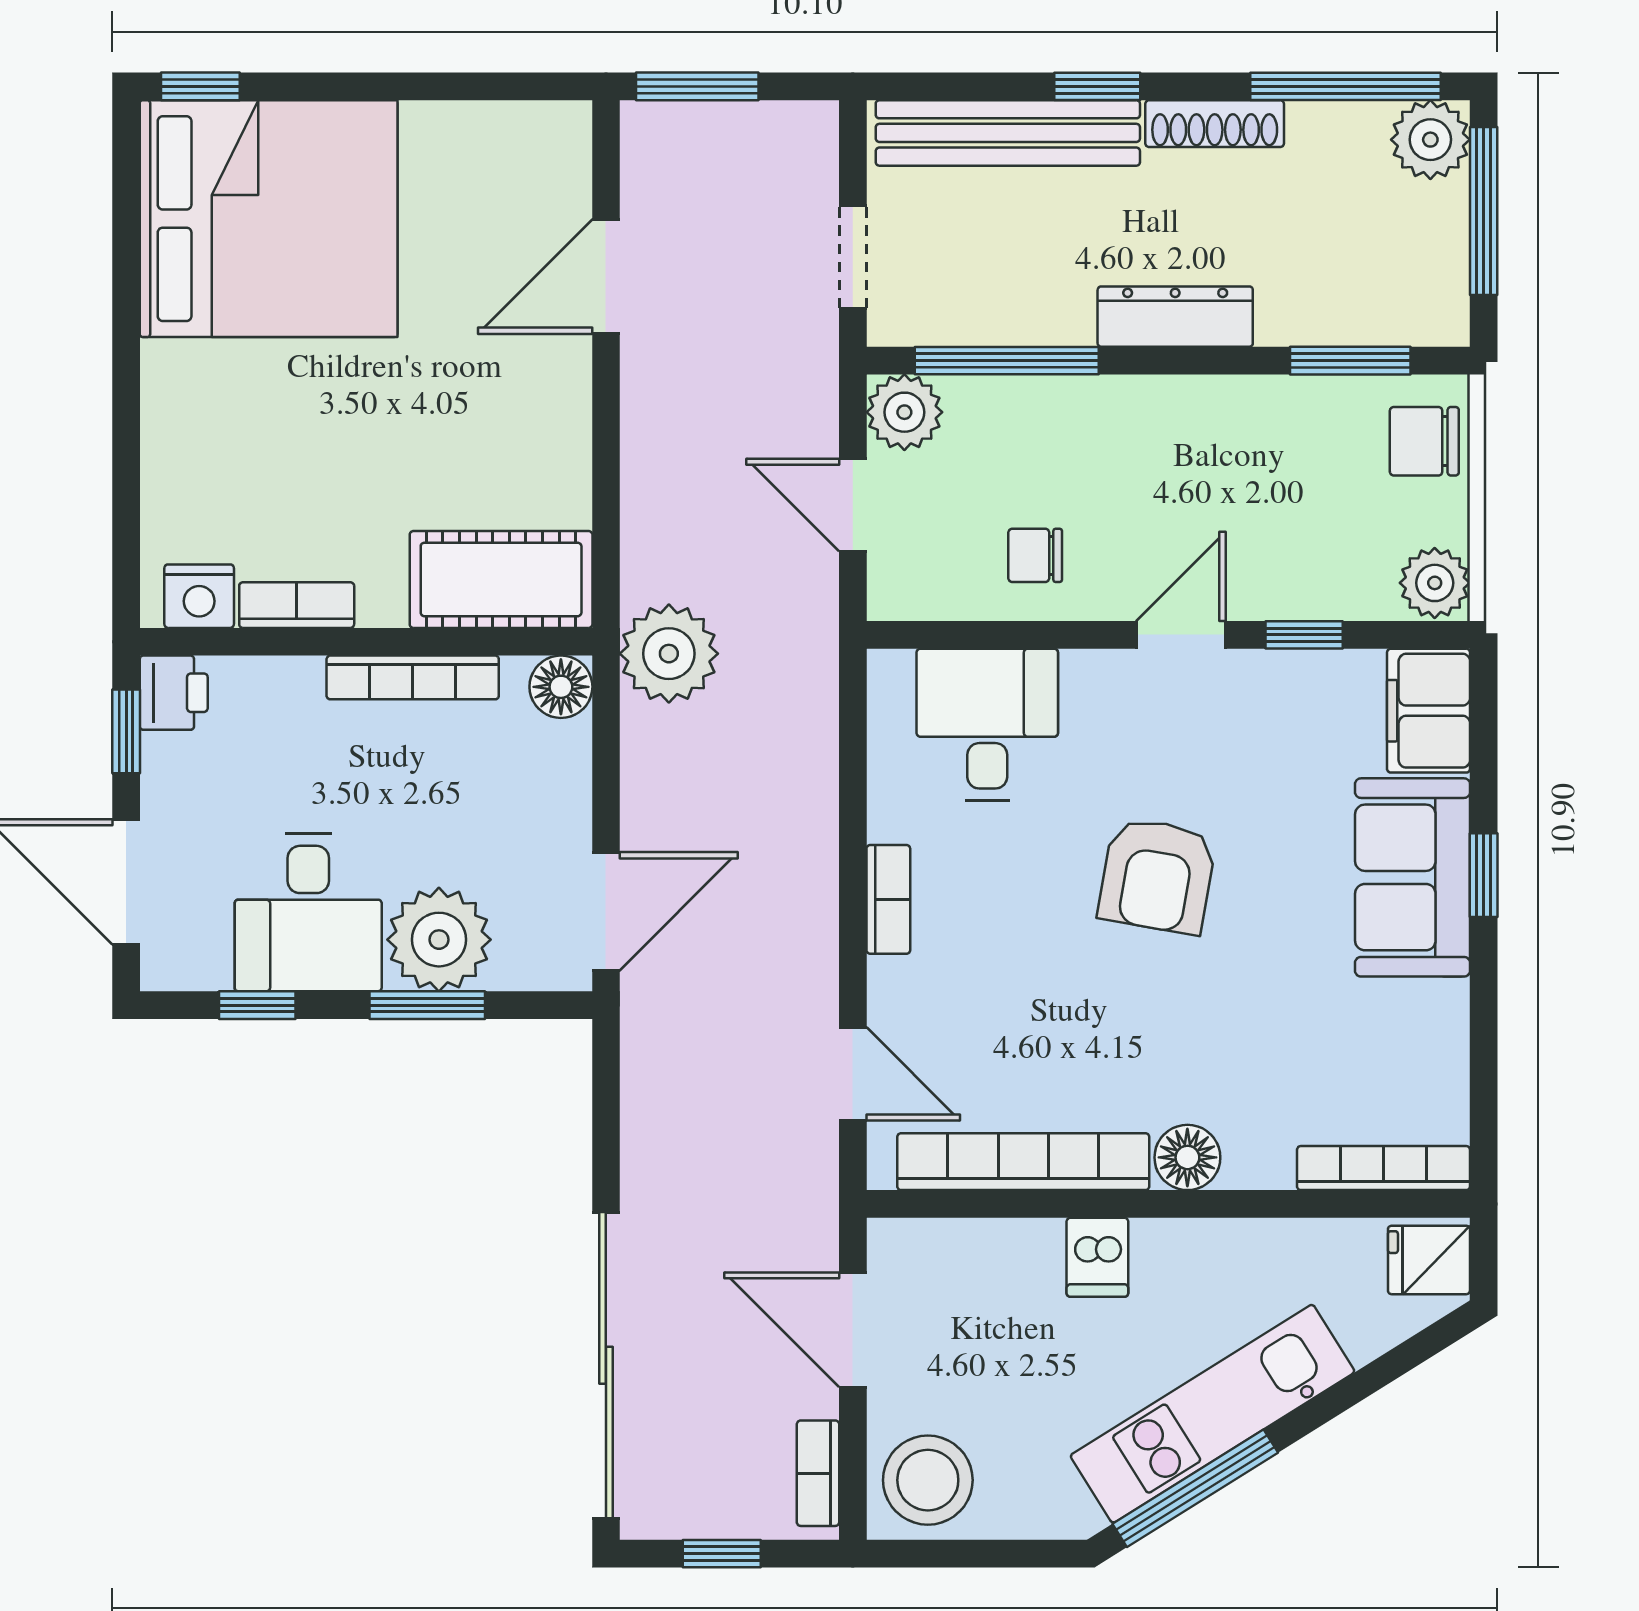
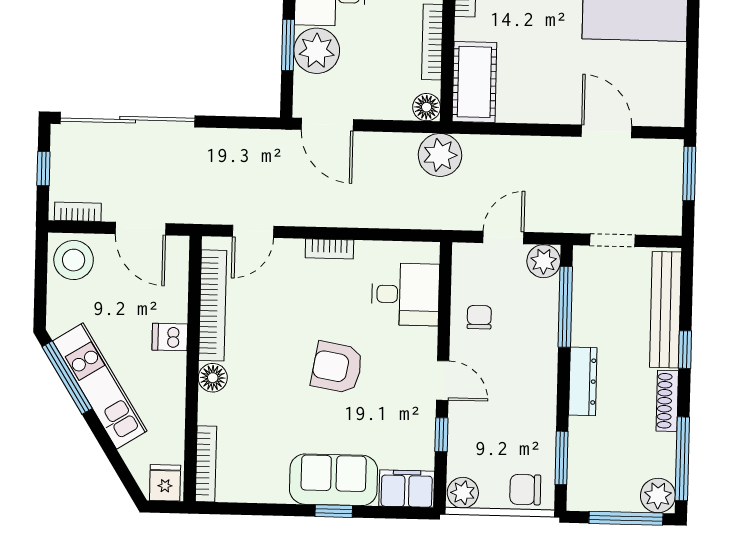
chair: (1424, 441) -> (525, 490), turned -90
door: (853, 1330) -> (141, 229), swing flipped

